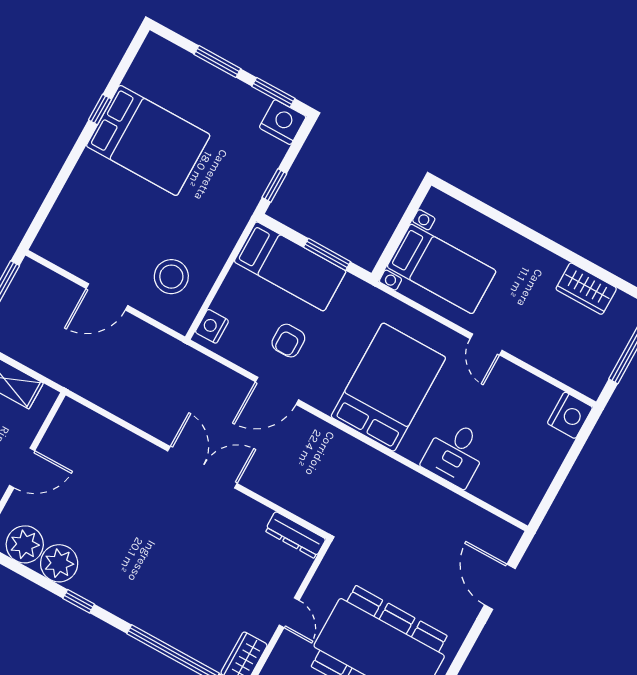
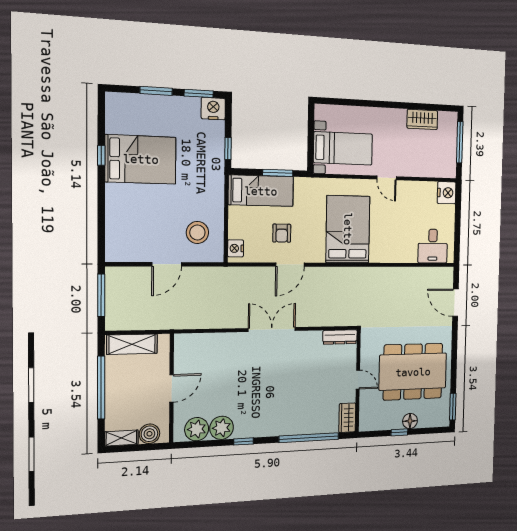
desk: (455, 453) -> (433, 246), moved

